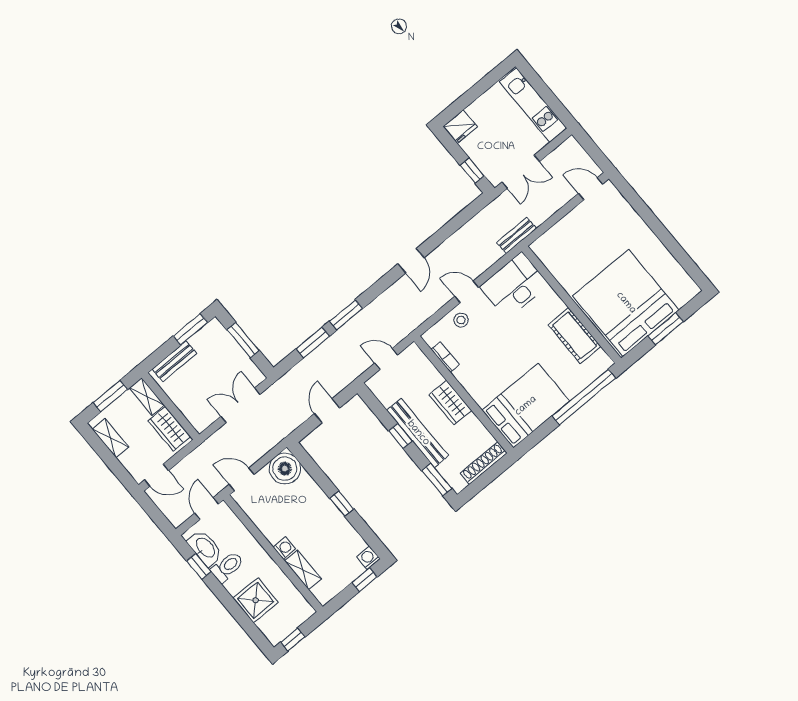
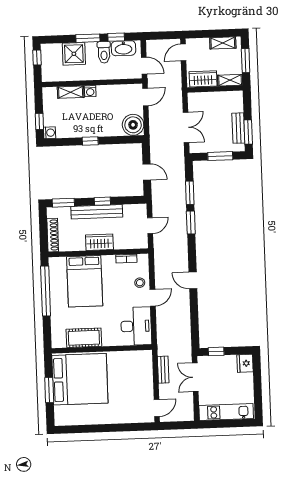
bench: (517, 236) -> (163, 370), moved
bench: (174, 361) -> (238, 128), moved
window: (584, 397) -> (46, 291), moved
bed: (526, 406) -> (85, 281), moved
window: (225, 598) -> (88, 38), added

